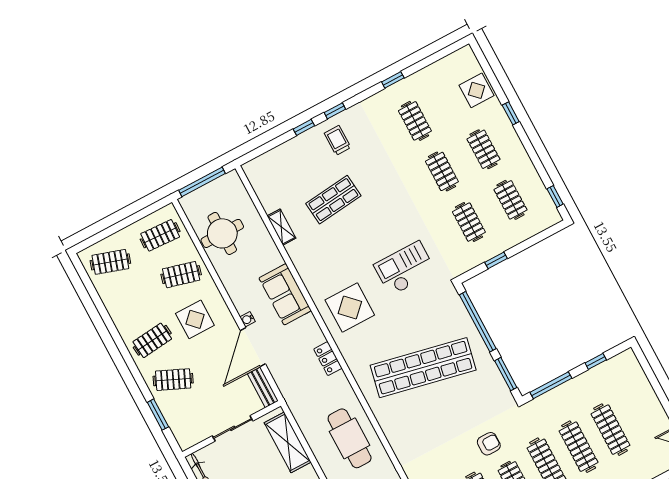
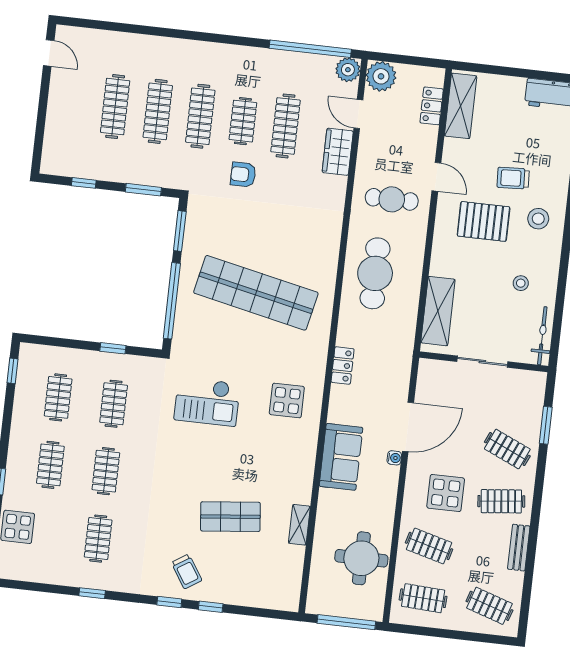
trolley: (338, 140) -> (187, 571), turned -33
display table: (350, 307) -> (287, 401), width x0.73, depth x0.73
window: (551, 385) -> (143, 190), width x0.69
bench: (263, 387) -> (519, 548), moved

